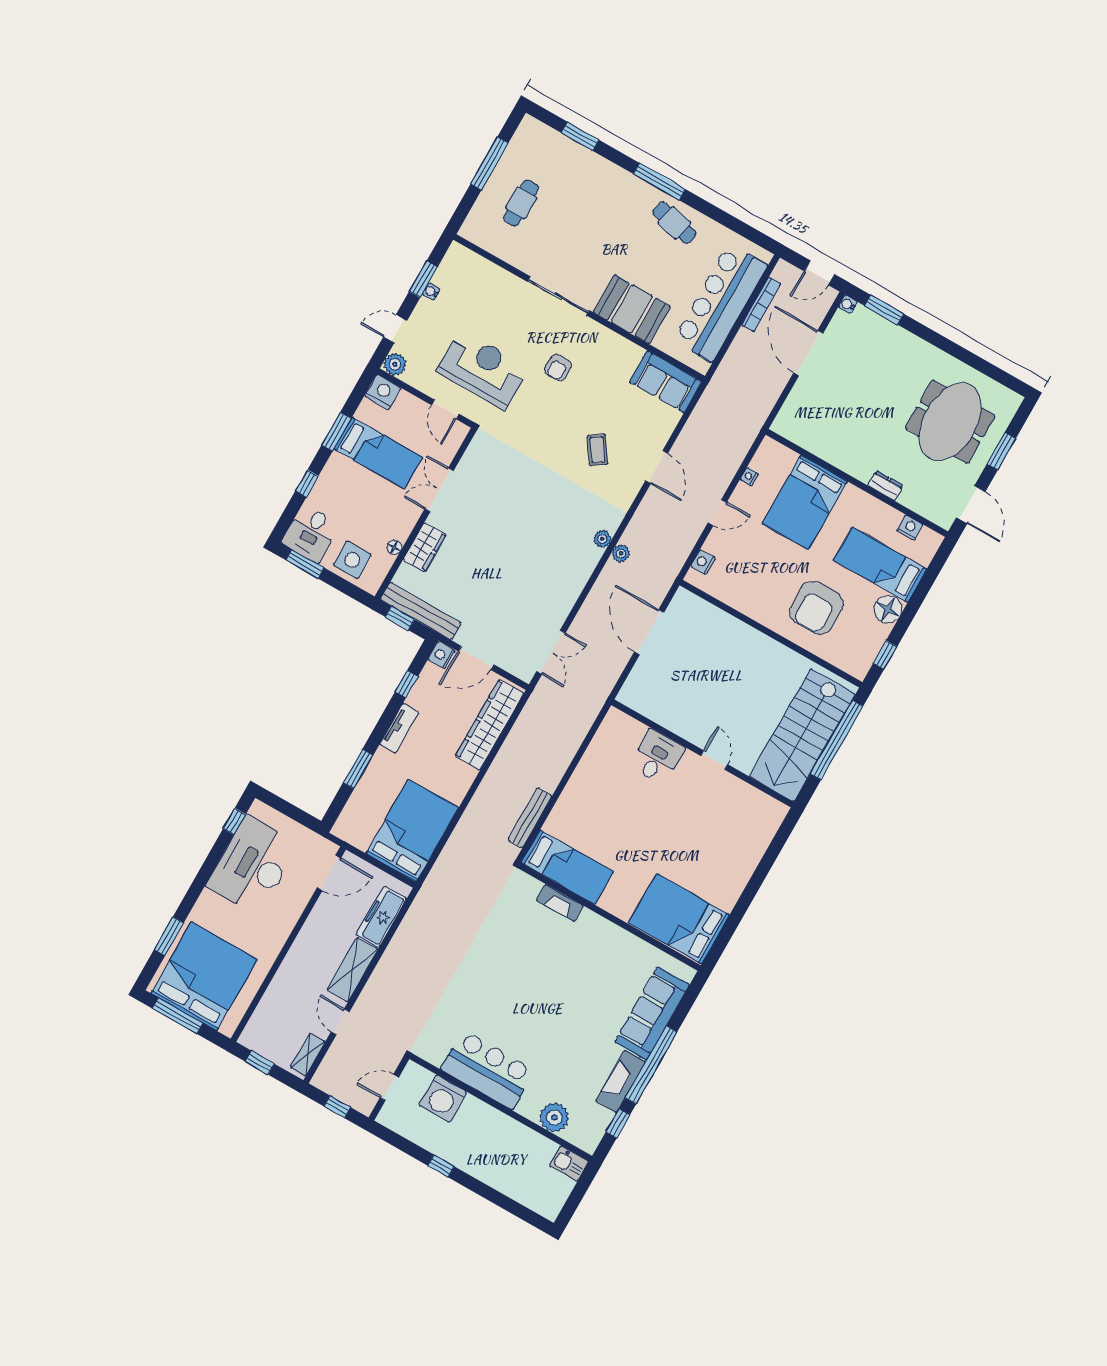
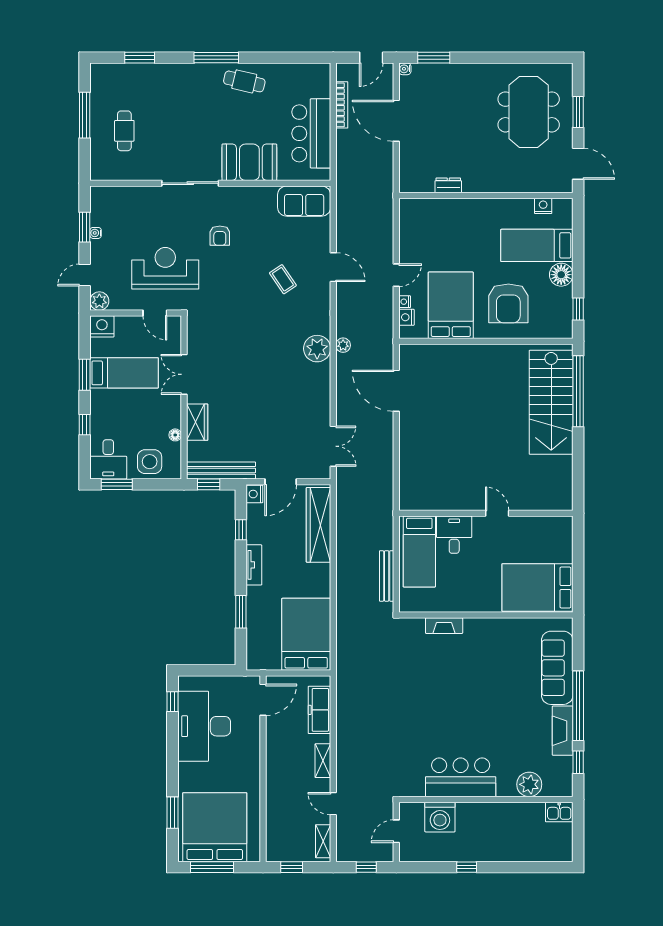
bar counter: (720, 303) -> (311, 133), width x0.73
nightstand: (749, 477) -> (405, 302), moved
dresser: (885, 486) -> (448, 185), moved
bed: (805, 502) -> (451, 305), moved, turned 180
plant: (602, 539) -> (317, 349), width x1.87, depth x1.87
wall: (703, 753) -> (486, 513), moved
desk: (657, 757) -> (454, 535), moved
door: (714, 760) -> (497, 513), moved
bed: (567, 867) -> (419, 551), moved, turned 90
shelving: (352, 970) -> (323, 761), width x0.67, depth x0.75

